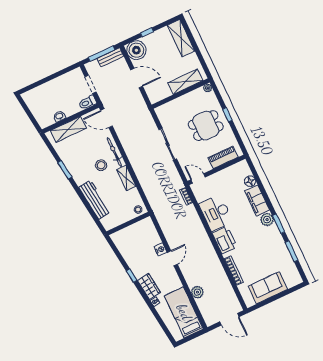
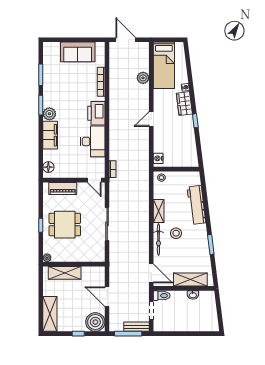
bench: (110, 57) -> (136, 327), moved
floor lamp: (250, 181) -> (48, 167), moved
nightstand: (161, 249) -> (158, 158), moved

